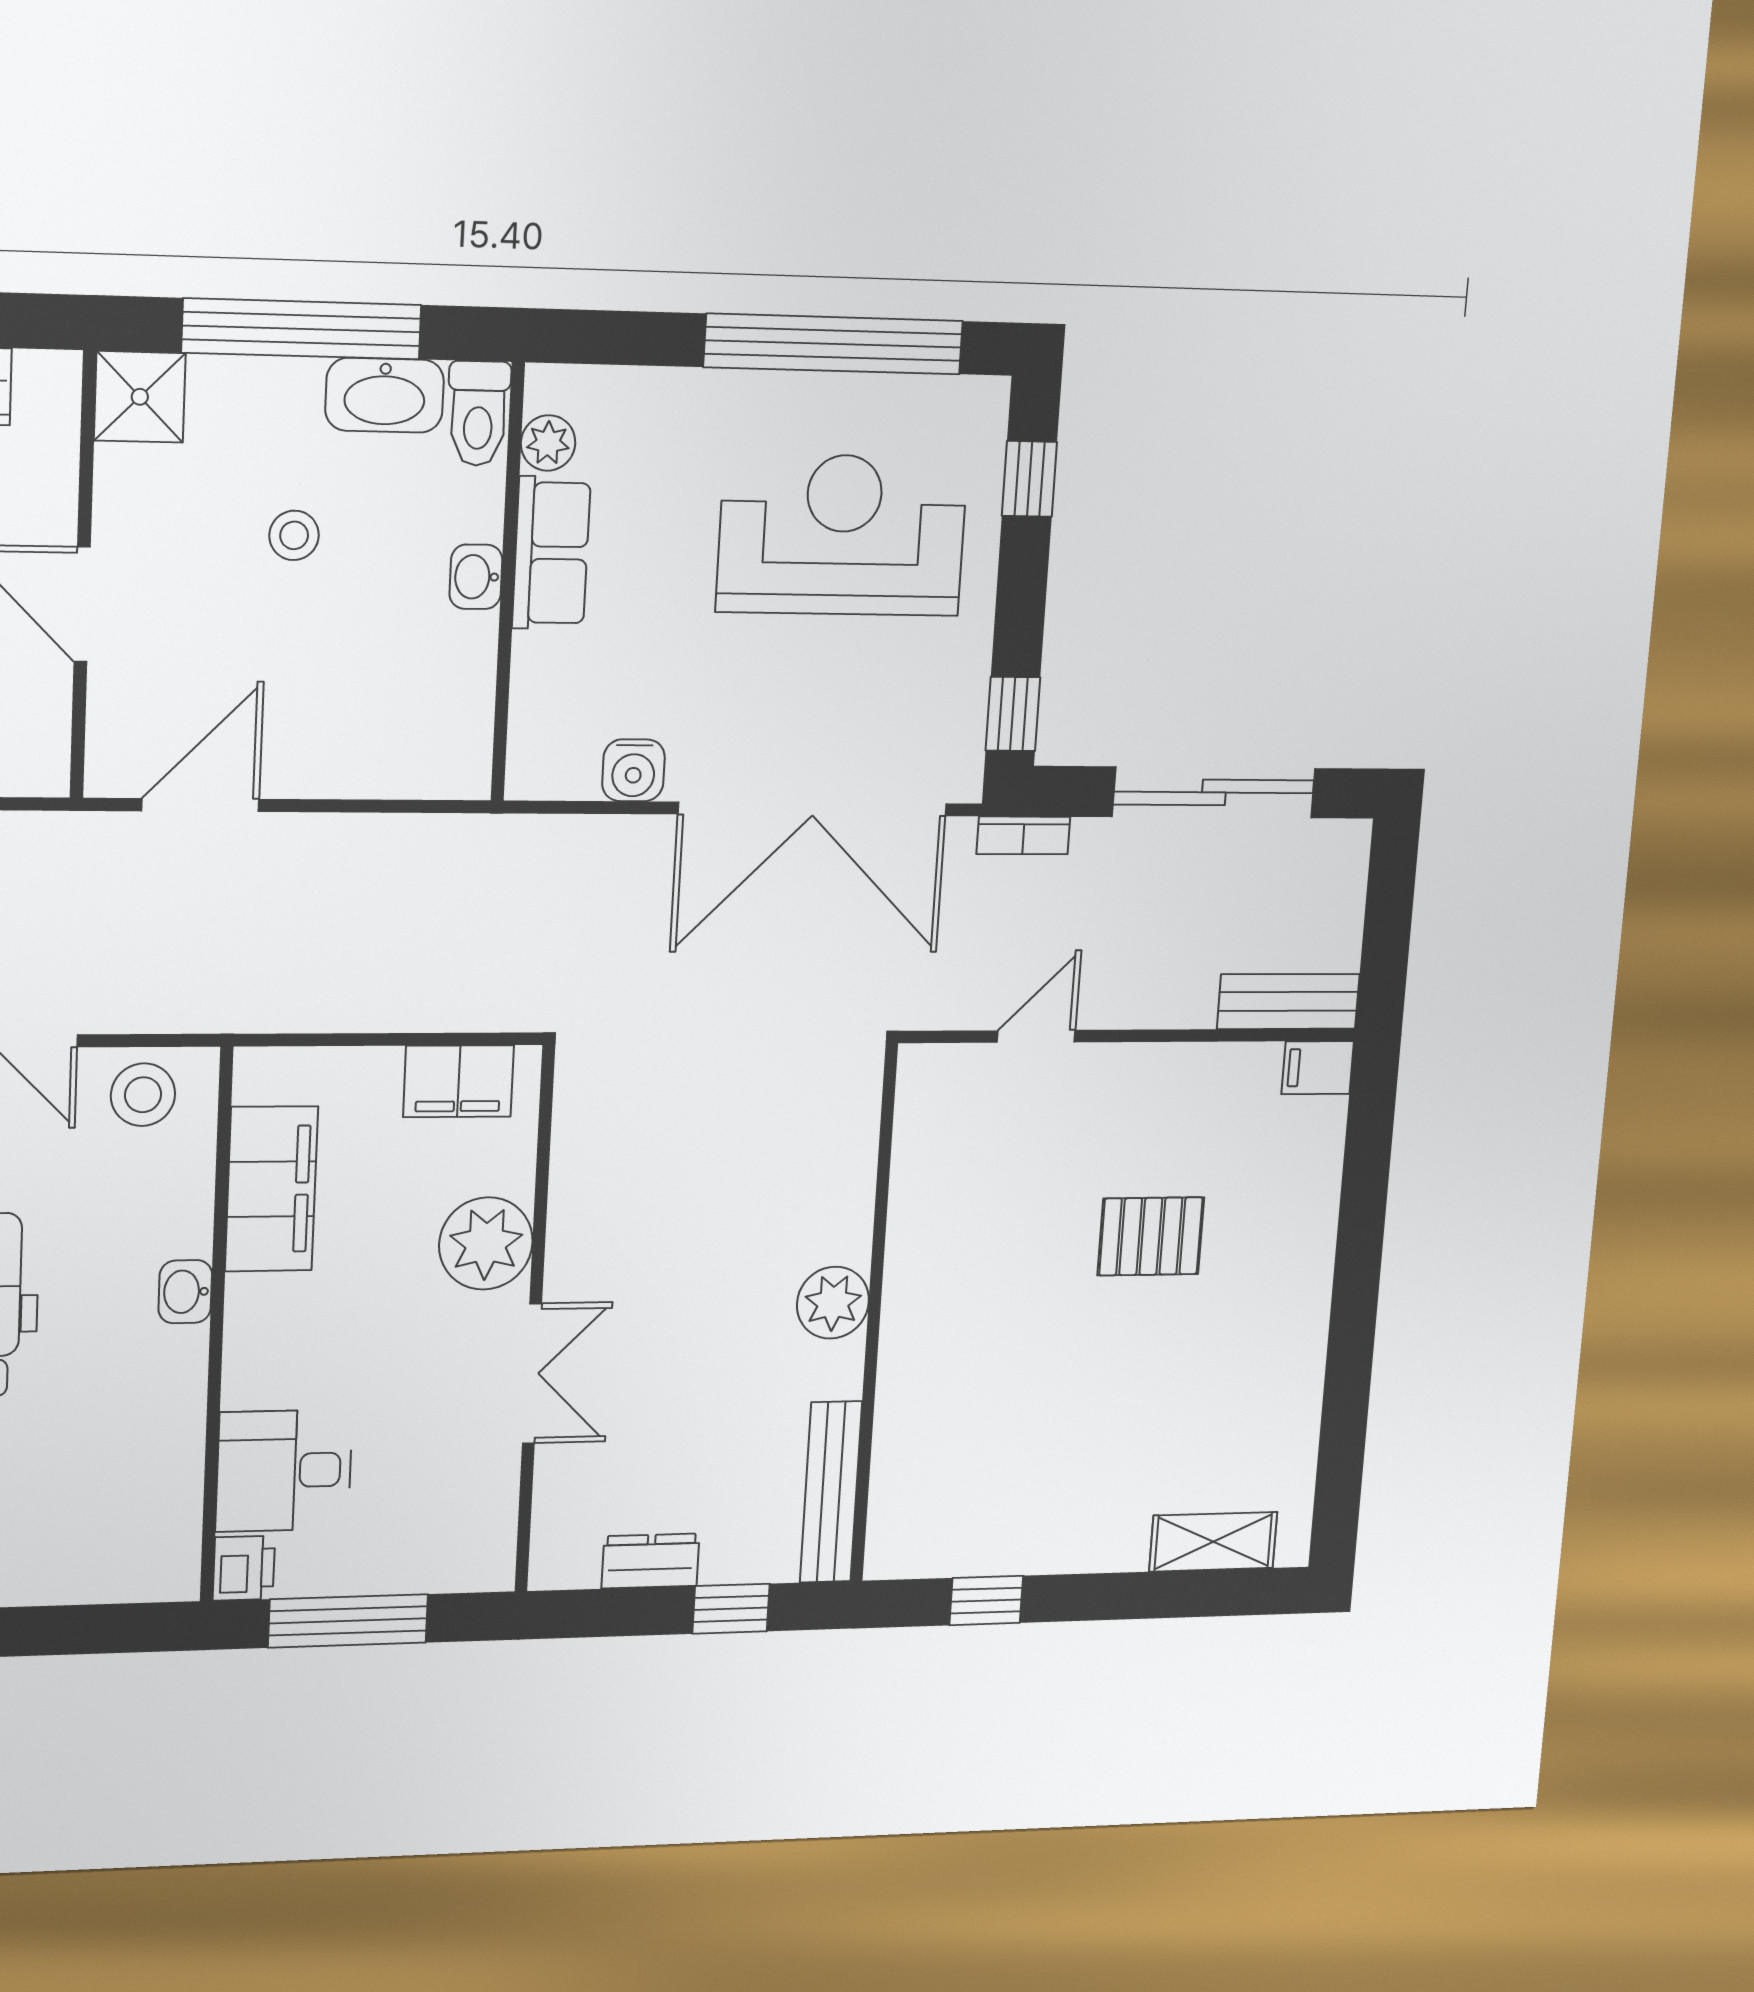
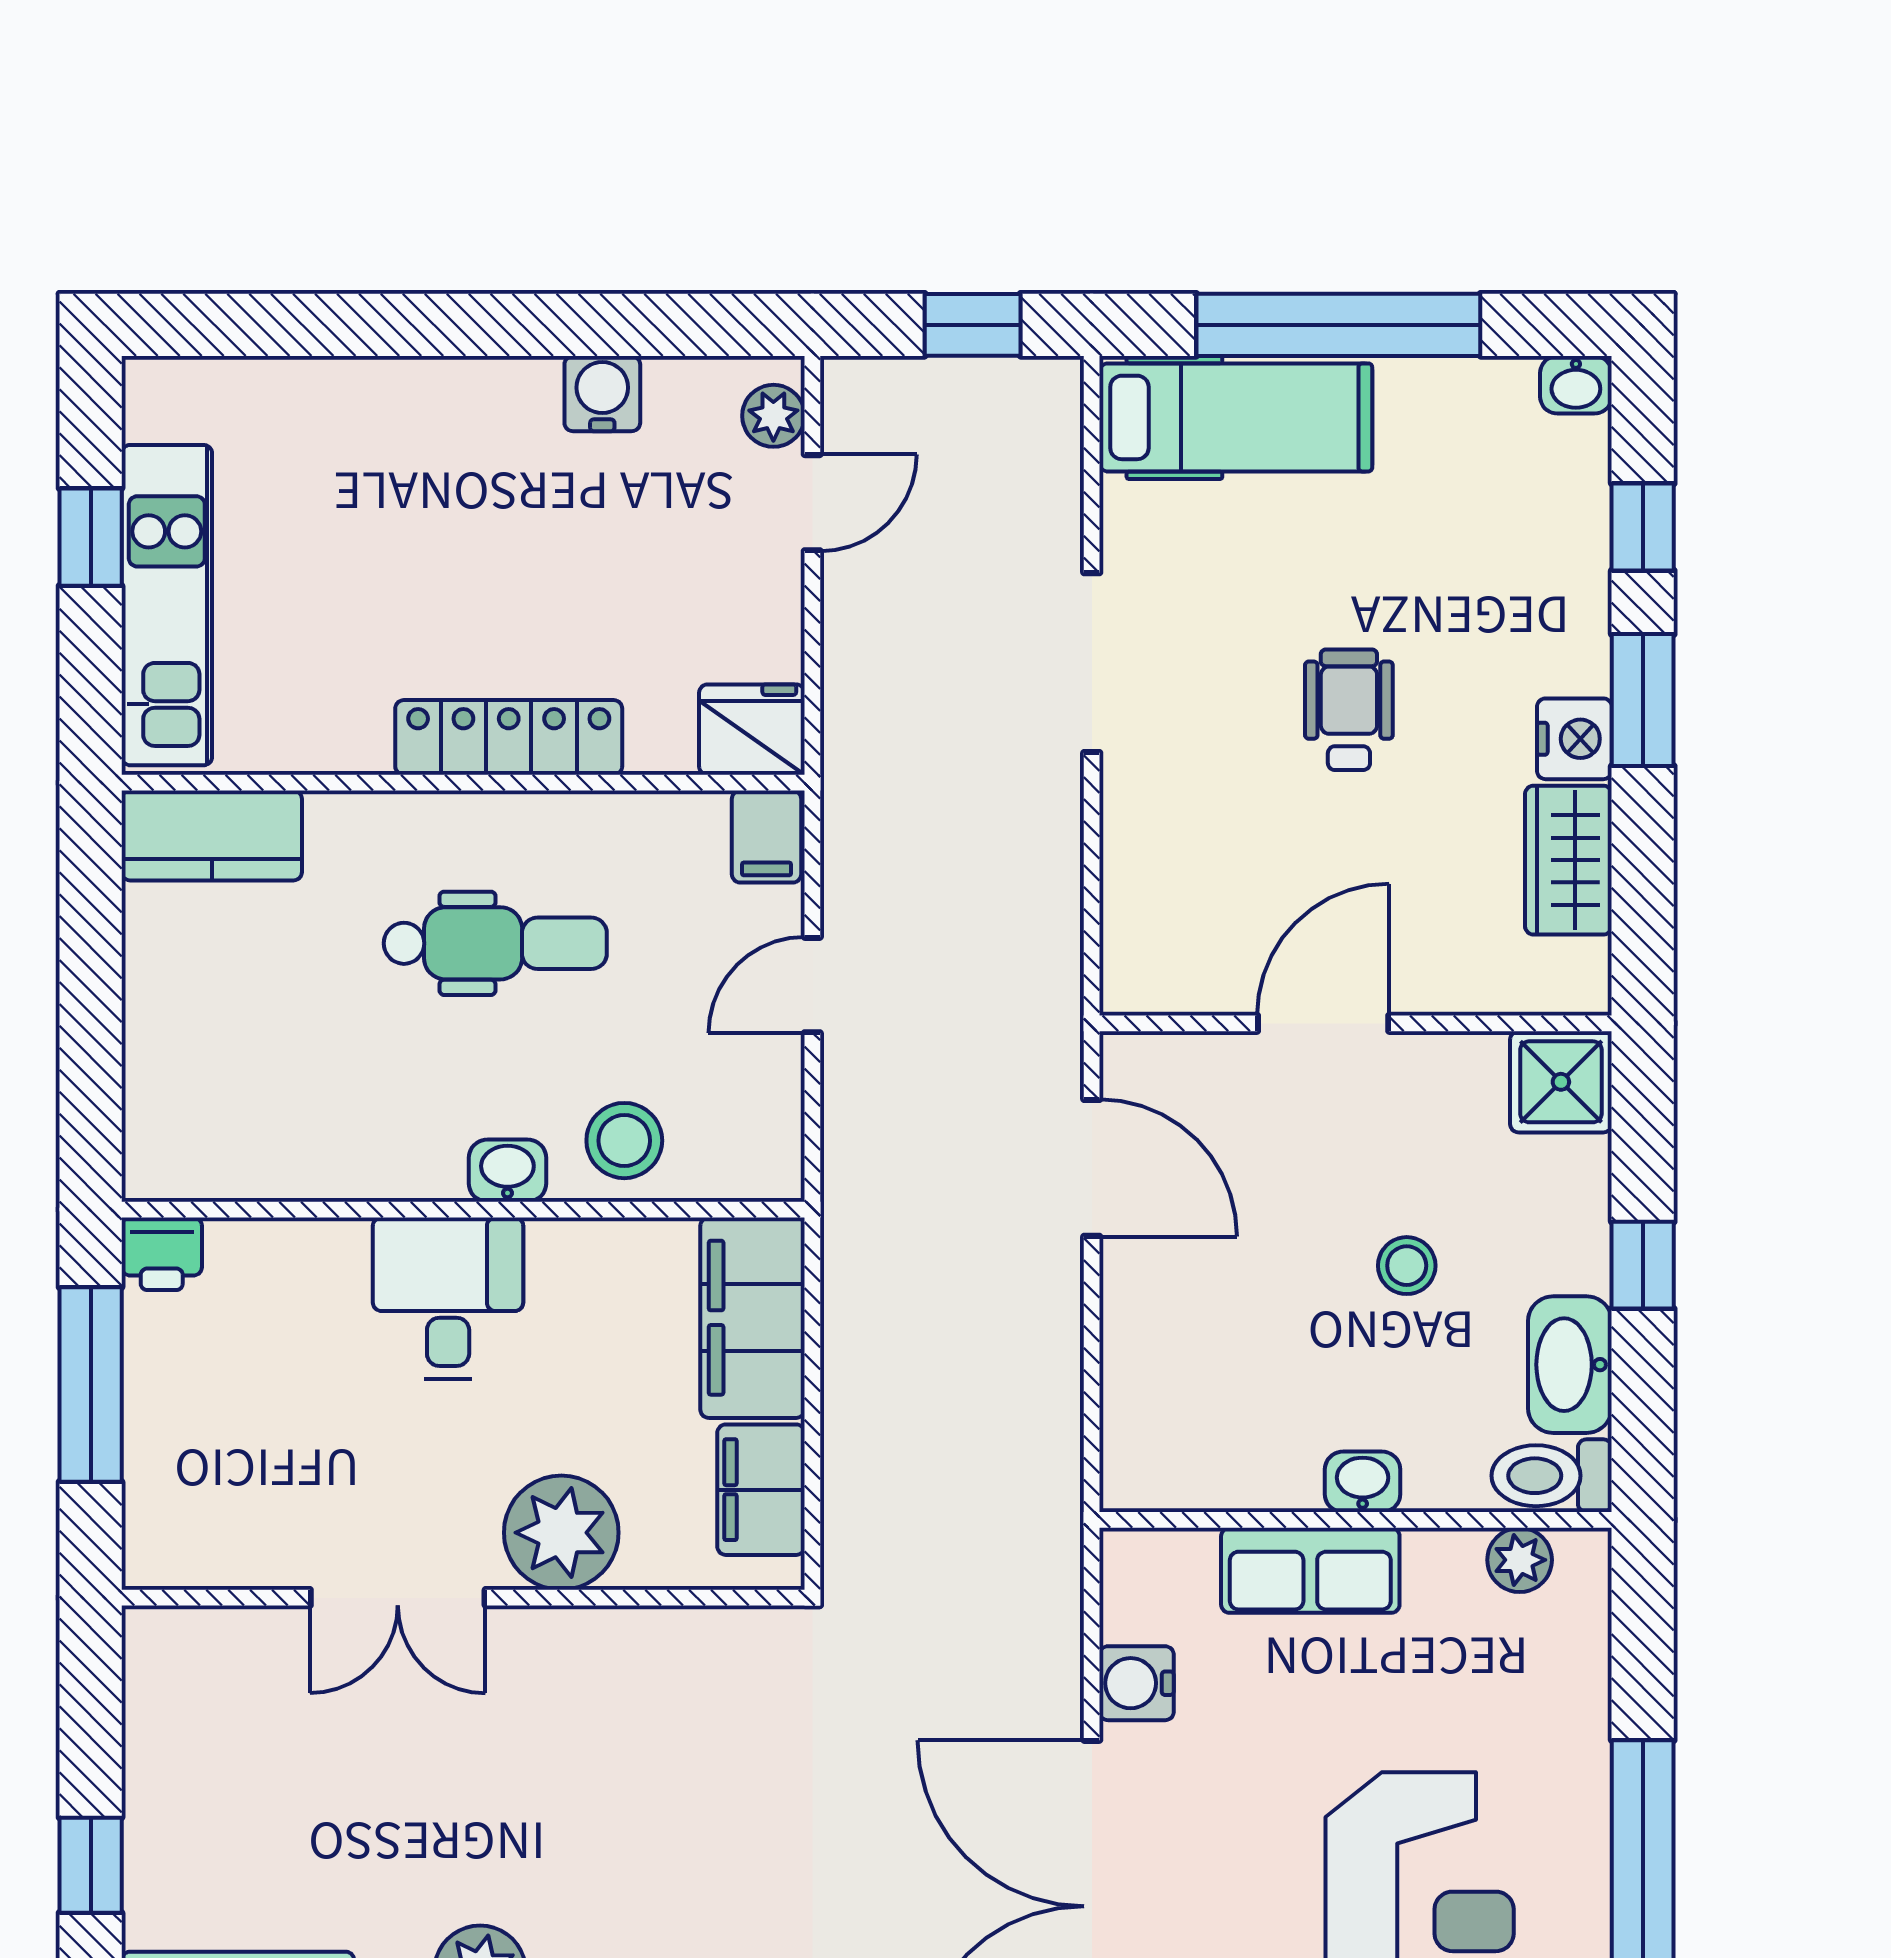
window: (302, 329) -> (1643, 1265), width x0.32
row of seats: (551, 553) -> (1310, 1570), moved
stool: (143, 1095) -> (624, 1141), moved
filing cabinet: (272, 1189) -> (753, 1318), moved, turned 90
desk: (284, 1471) -> (448, 1298), moved
dresser: (650, 1561) -> (155, 1759), removed

